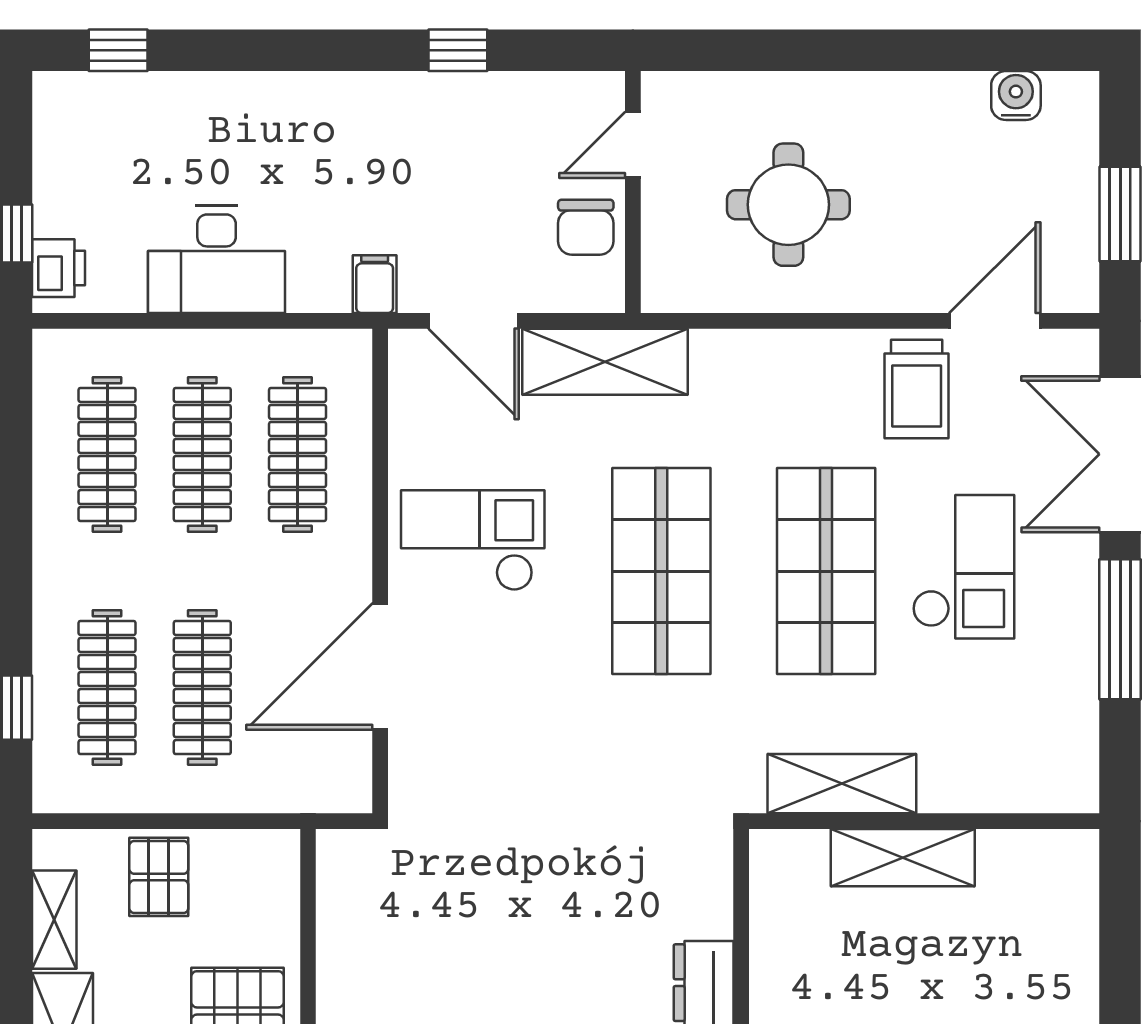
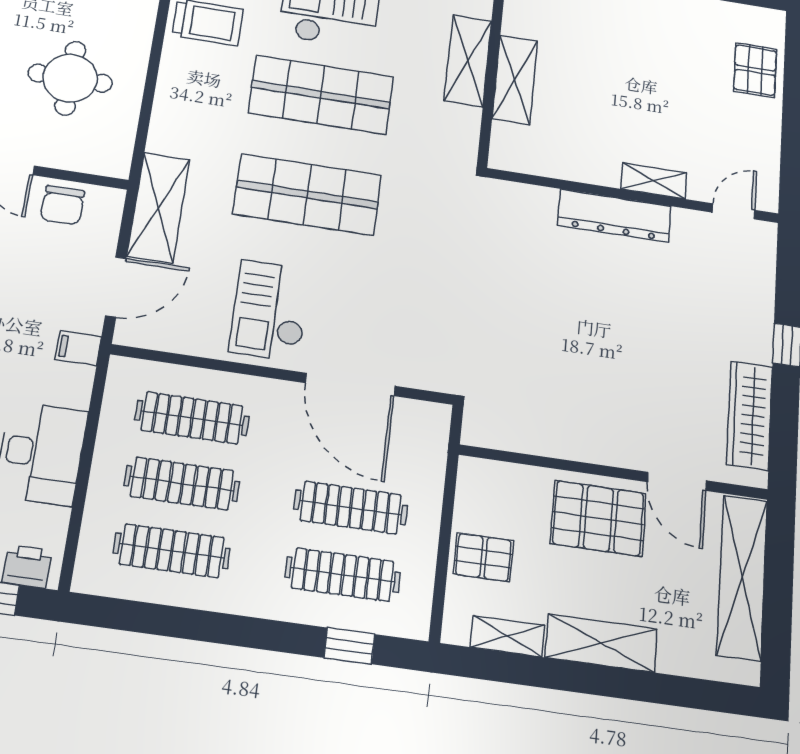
chair: (586, 227) -> (63, 205), turned 90
shelving: (842, 784) -> (468, 61), moved

